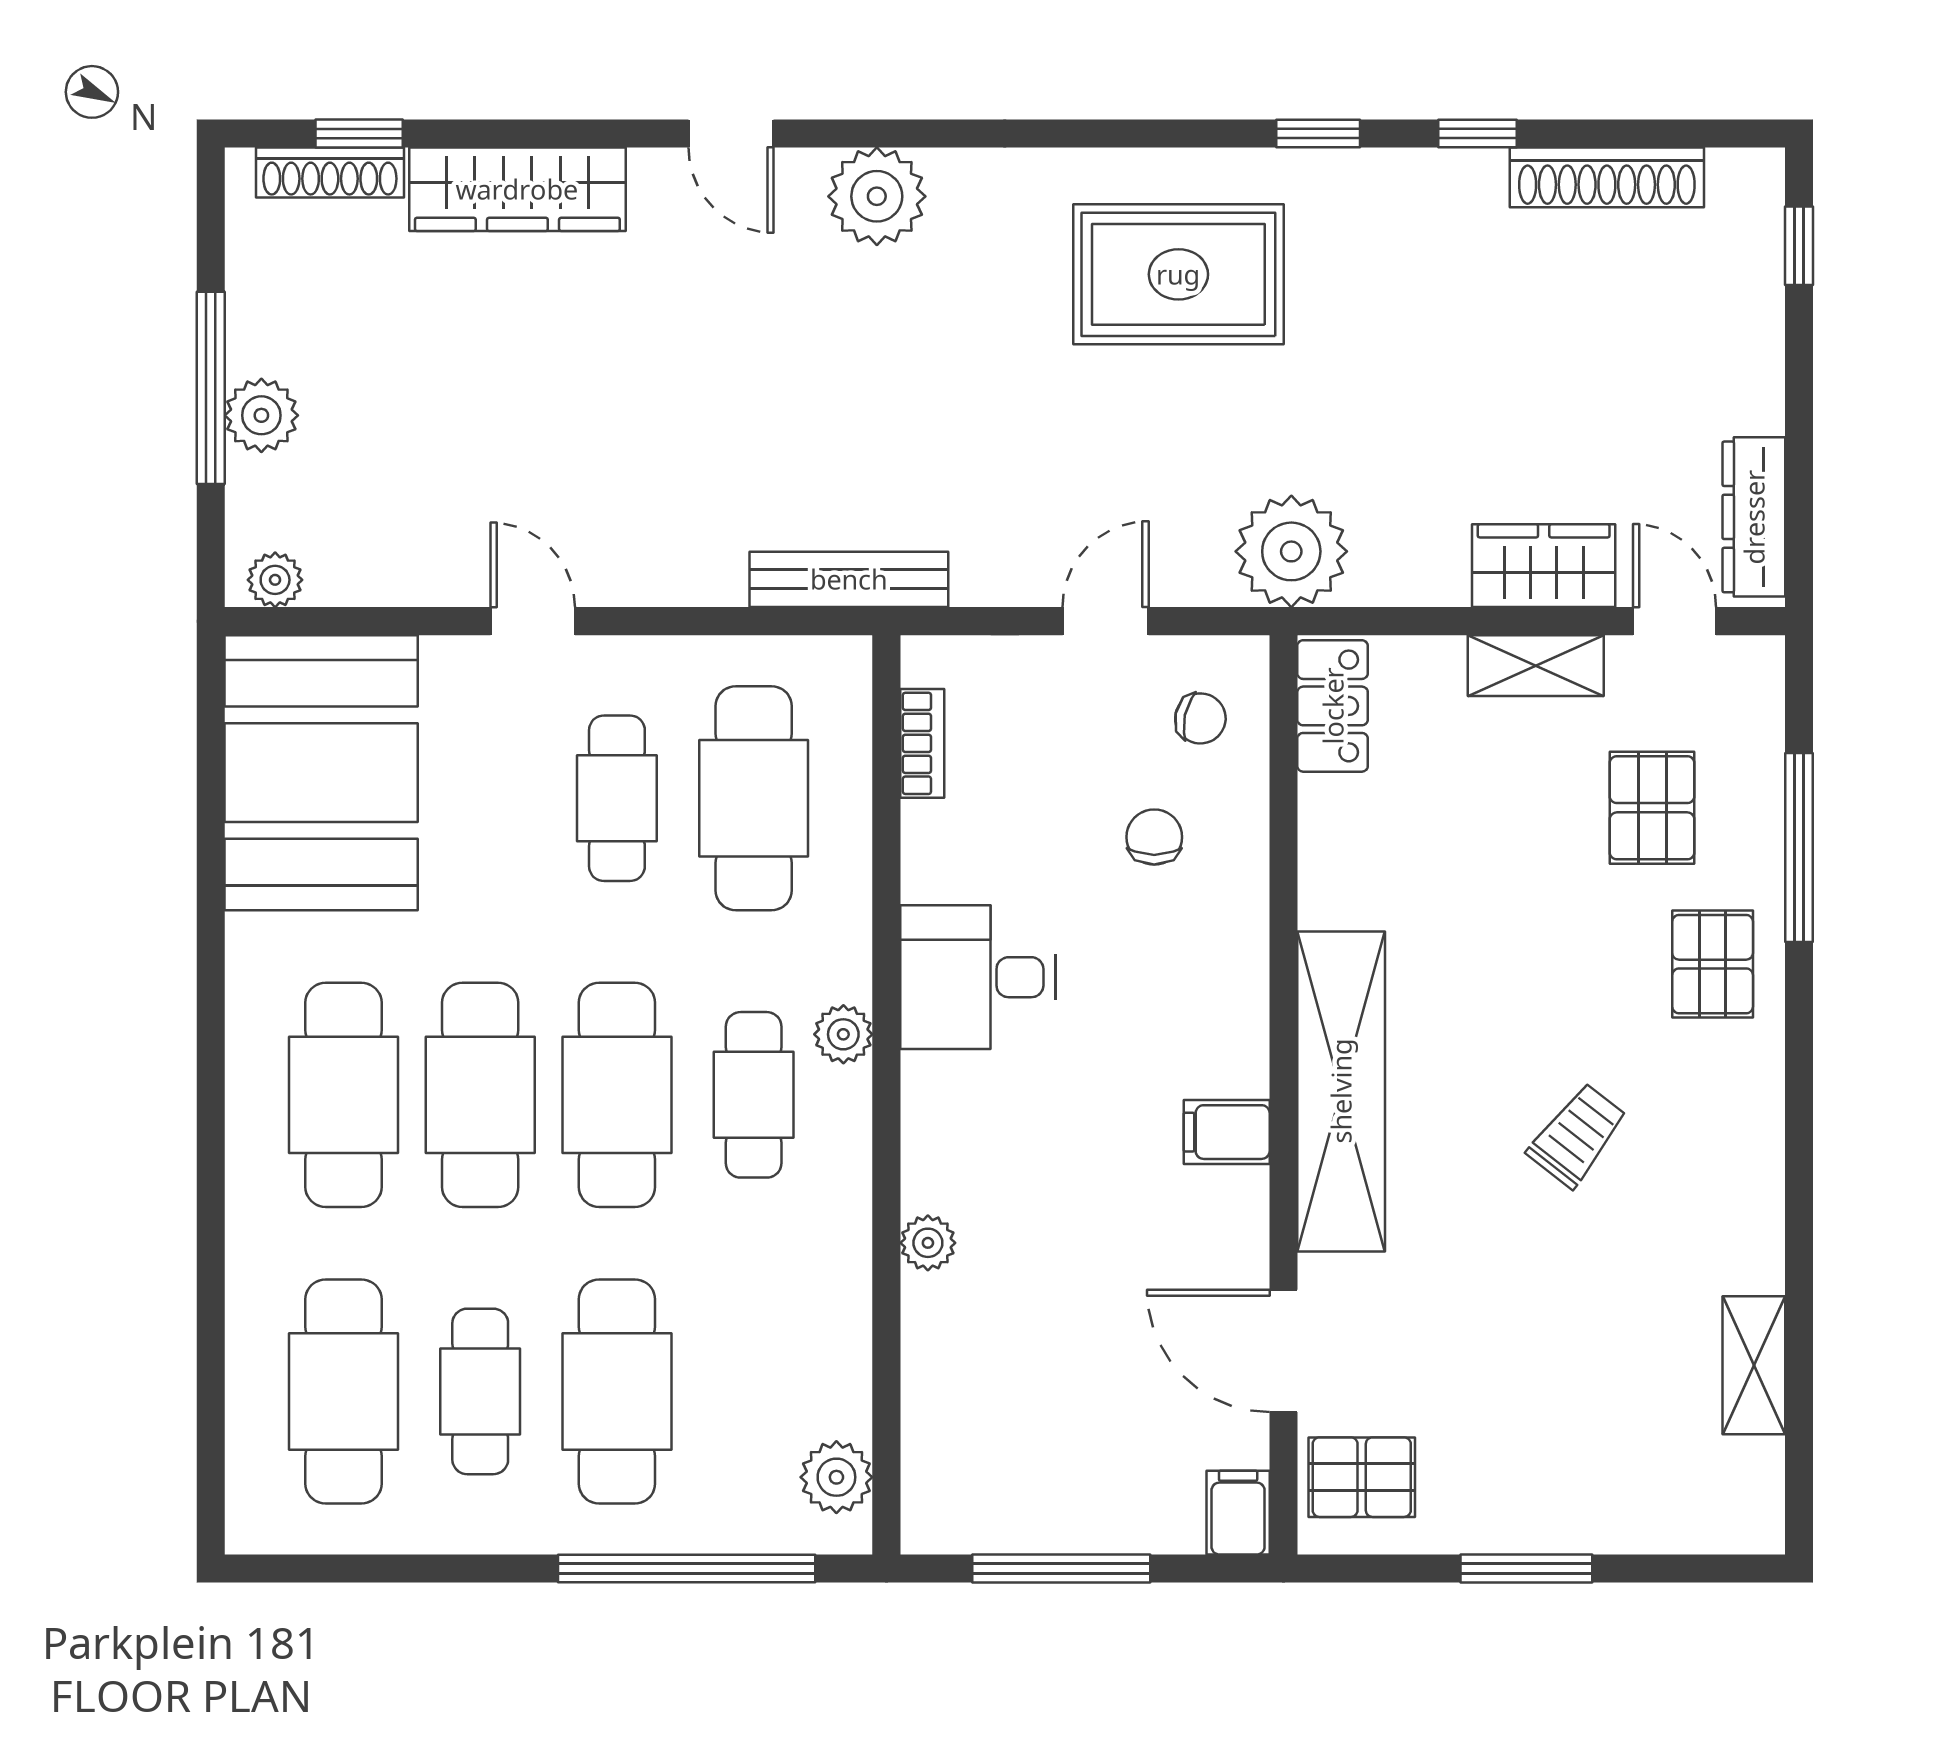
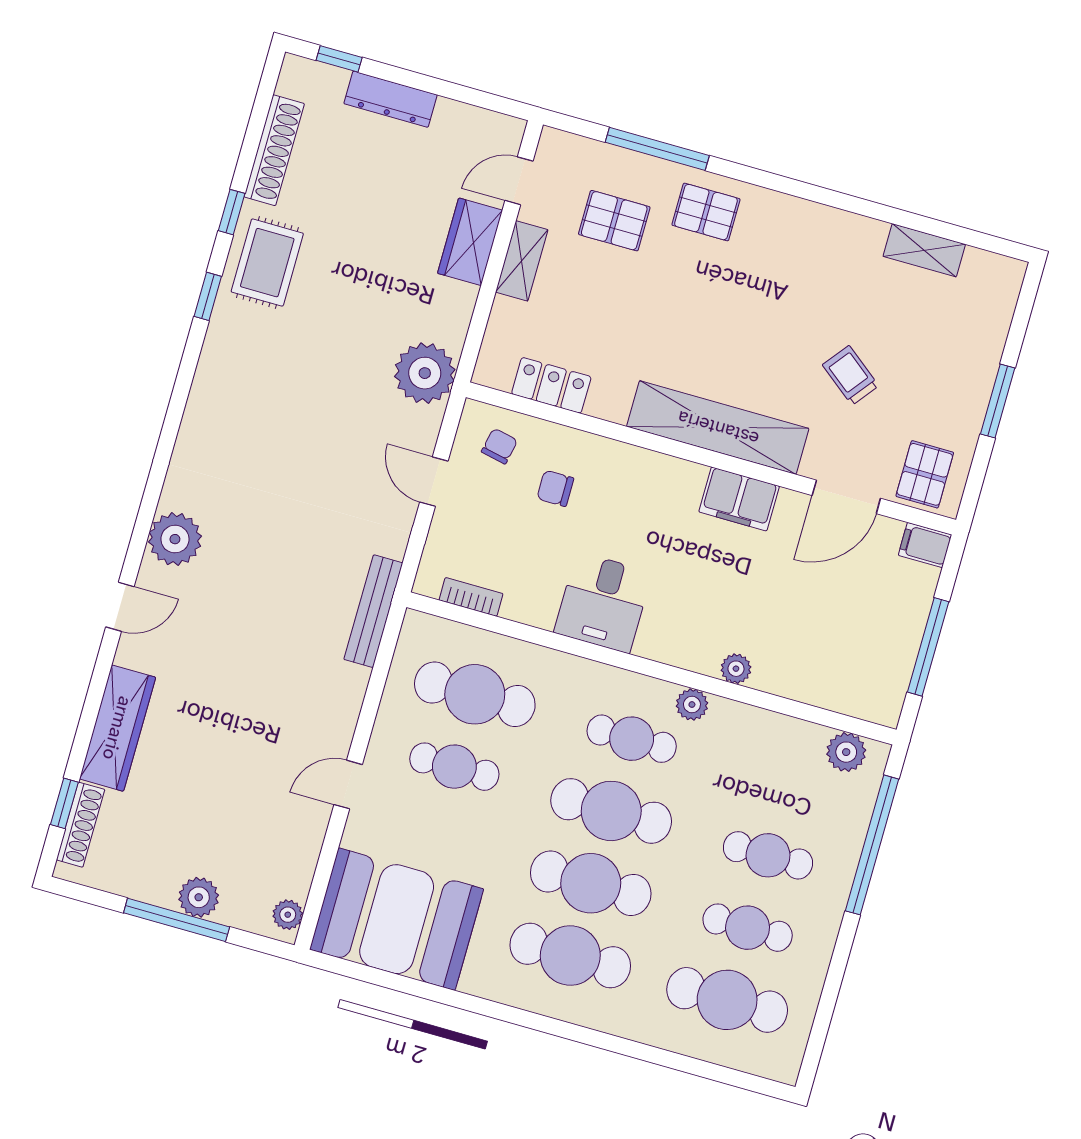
rug: (1178, 274) -> (267, 263), moved, width x0.73, depth x0.70
dresser: (1754, 517) -> (390, 99), moved
locker: (1333, 706) -> (551, 385), moved
plant: (843, 1034) -> (692, 705), moved
filing cabinet: (1227, 1132) -> (739, 499), width x2.00
trolley: (1577, 1135) -> (850, 375), moved
cafe table: (617, 1391) -> (768, 855), width x0.73, depth x0.74

